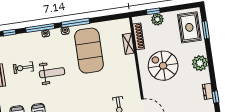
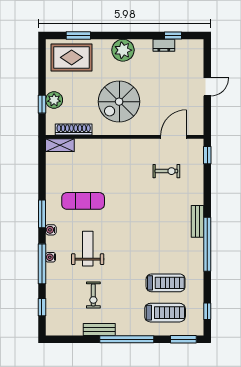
window: (75, 23) -> (42, 214), width x0.69
shelving: (128, 44) -> (60, 145), moved
exercise mat: (89, 51) -> (83, 201), width x0.50, depth x0.69
weight bench: (52, 73) -> (88, 249), moved

